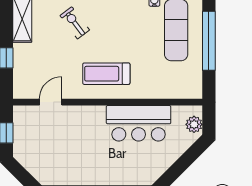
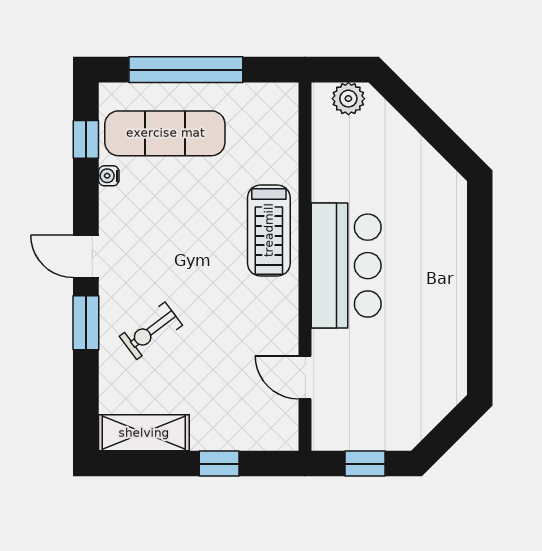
treadmill: (106, 74) -> (269, 230), moved
bar counter: (139, 123) -> (346, 266), moved

